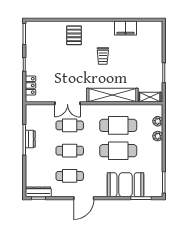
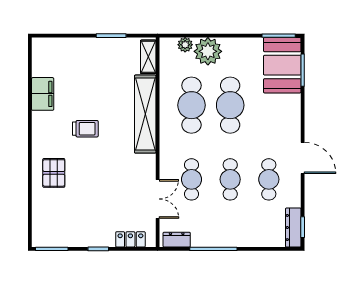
pallet: (74, 35) -> (54, 173), turned 90
double door: (67, 103) -> (158, 199), moved
plant: (158, 136) -> (208, 51), width x1.88, depth x1.88
dresser: (30, 139) -> (177, 240), moved
booth: (126, 185) -> (282, 65), moved

